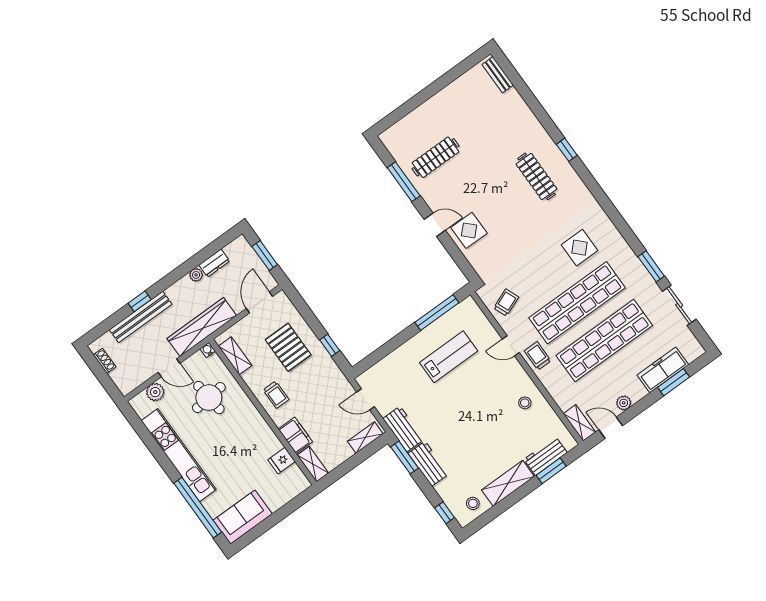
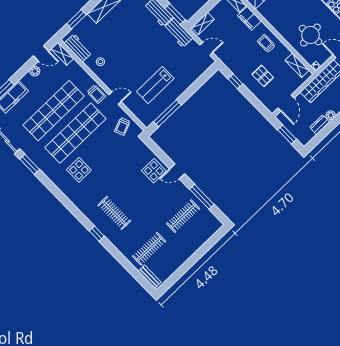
clothes rail: (493, 116) -> (149, 249), added
pallet: (288, 347) -> (263, 76), width x0.67, depth x0.71
workbench: (545, 456) -> (78, 48), moved, turned -90

